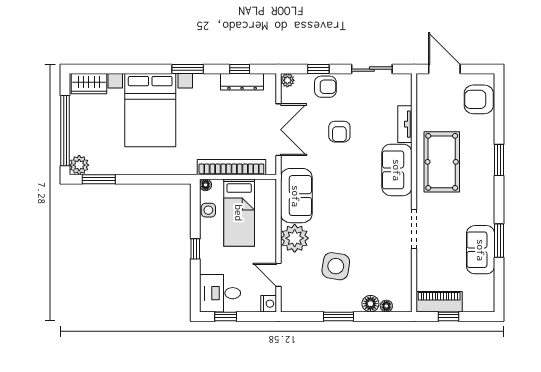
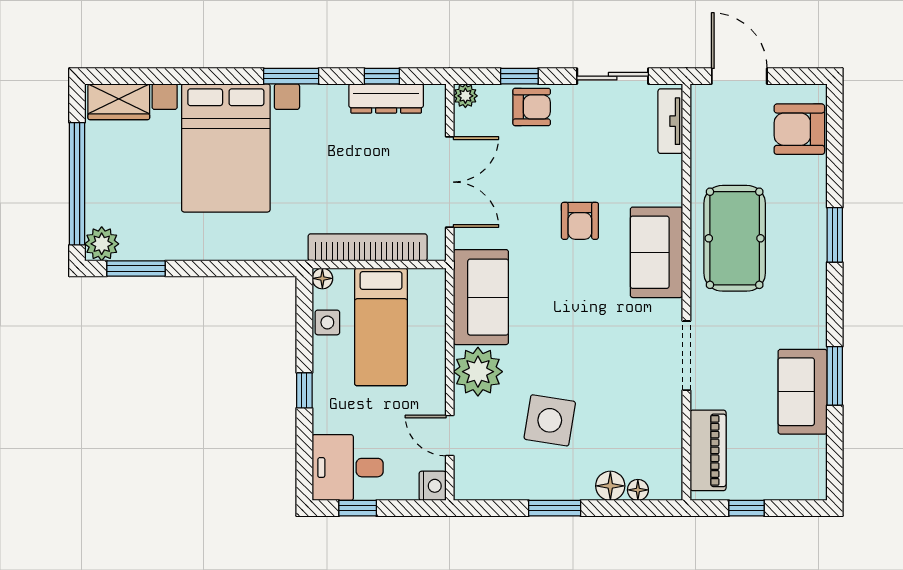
tv unit: (405, 124) -> (670, 121), moved
armchair: (339, 132) -> (580, 221), moved
piano: (439, 302) -> (708, 450), moved, turned 90

